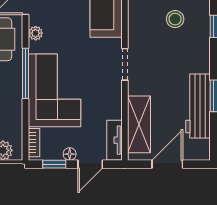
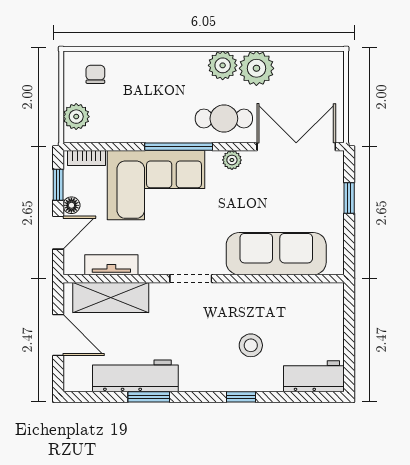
tv unit: (114, 140) -> (111, 265), moved
door: (90, 164) -> (58, 233), swing flipped

